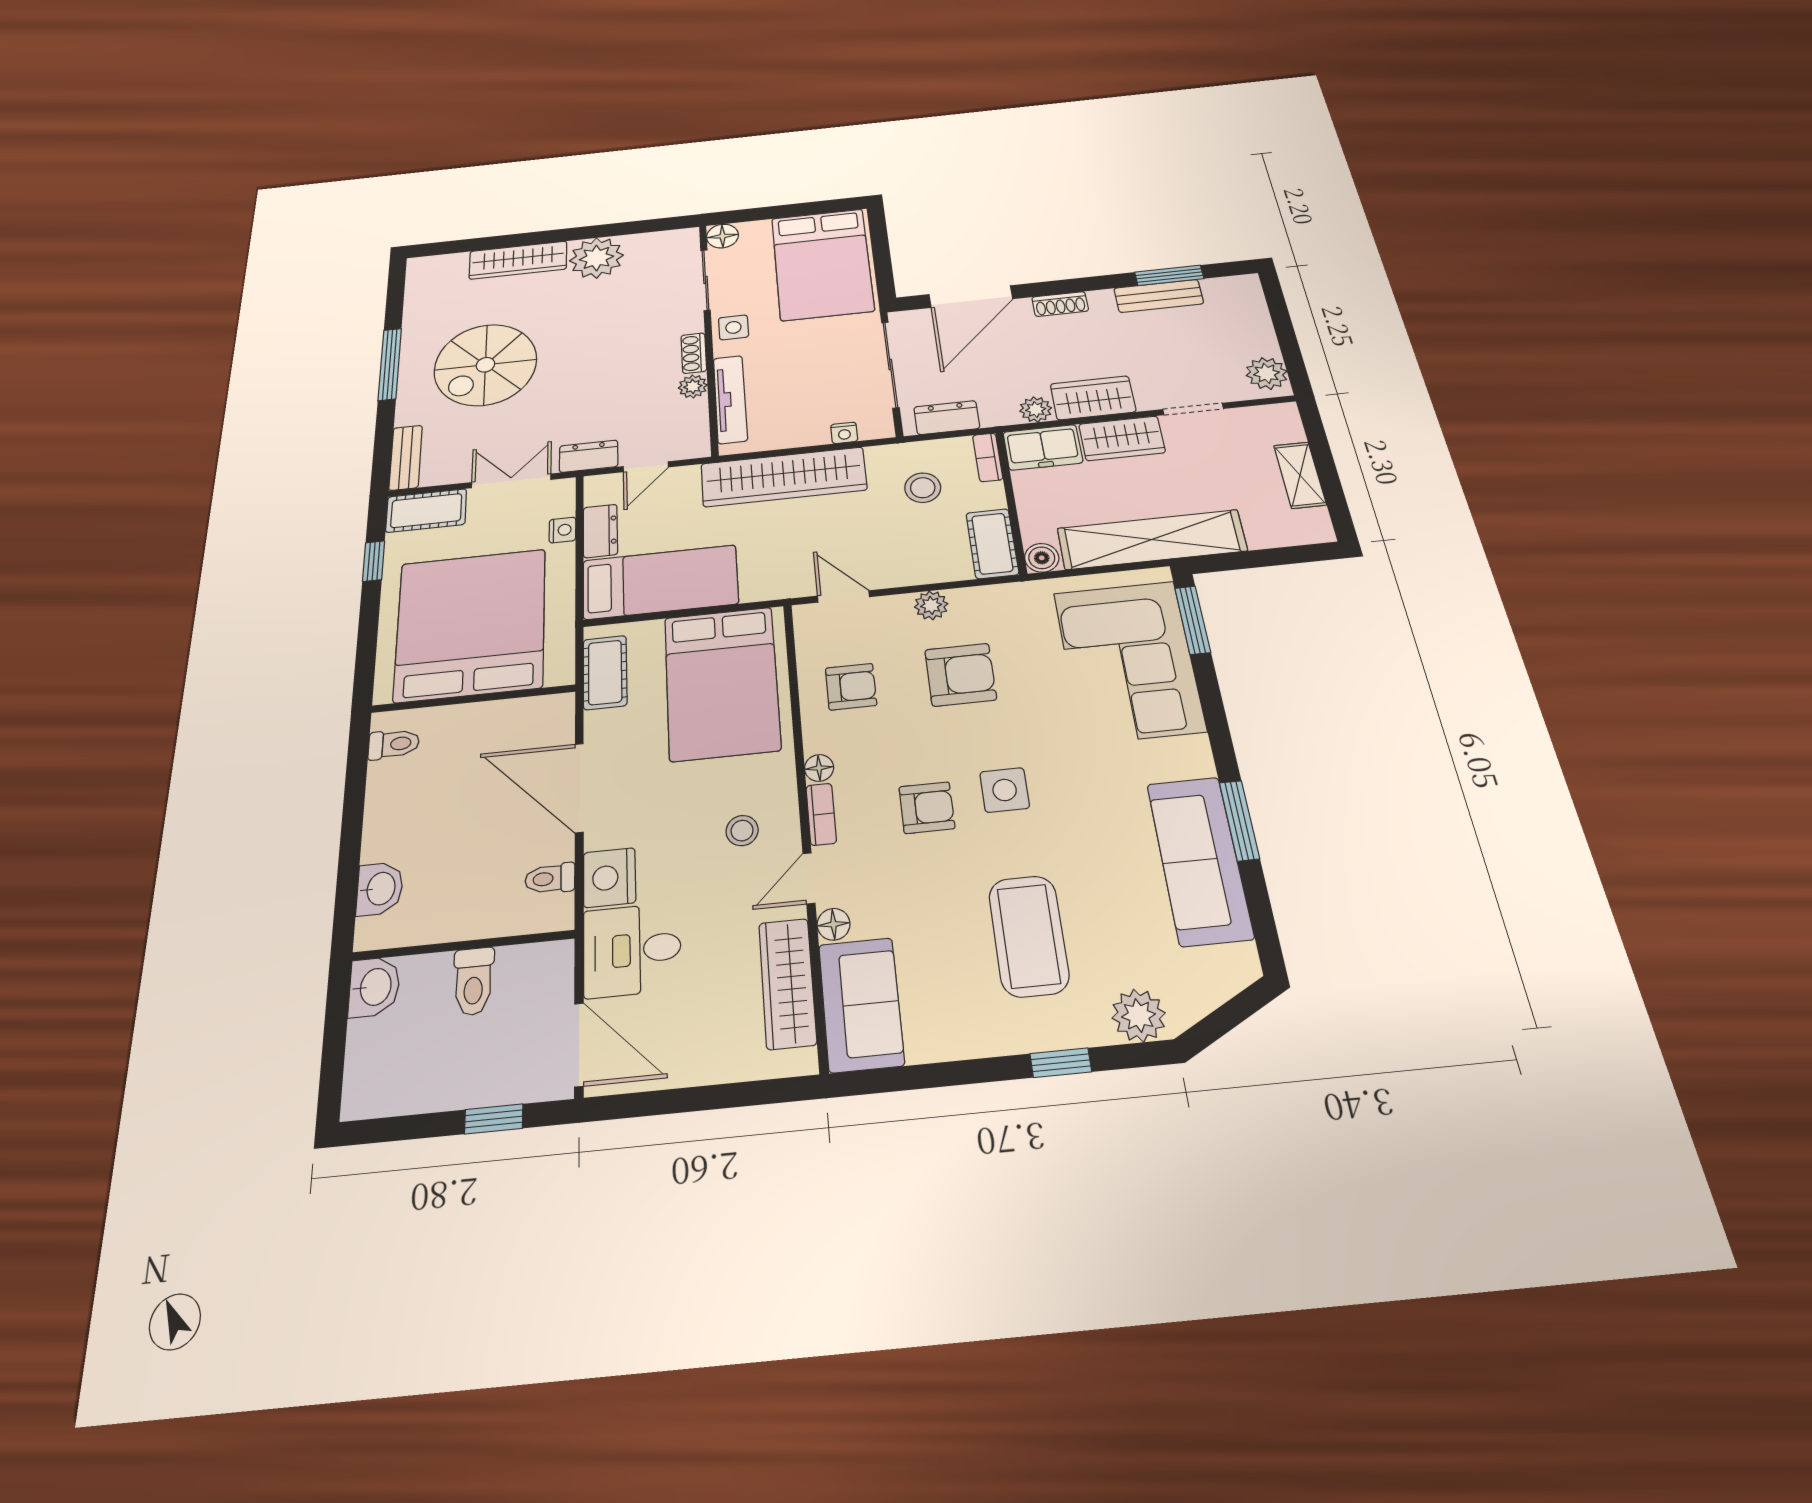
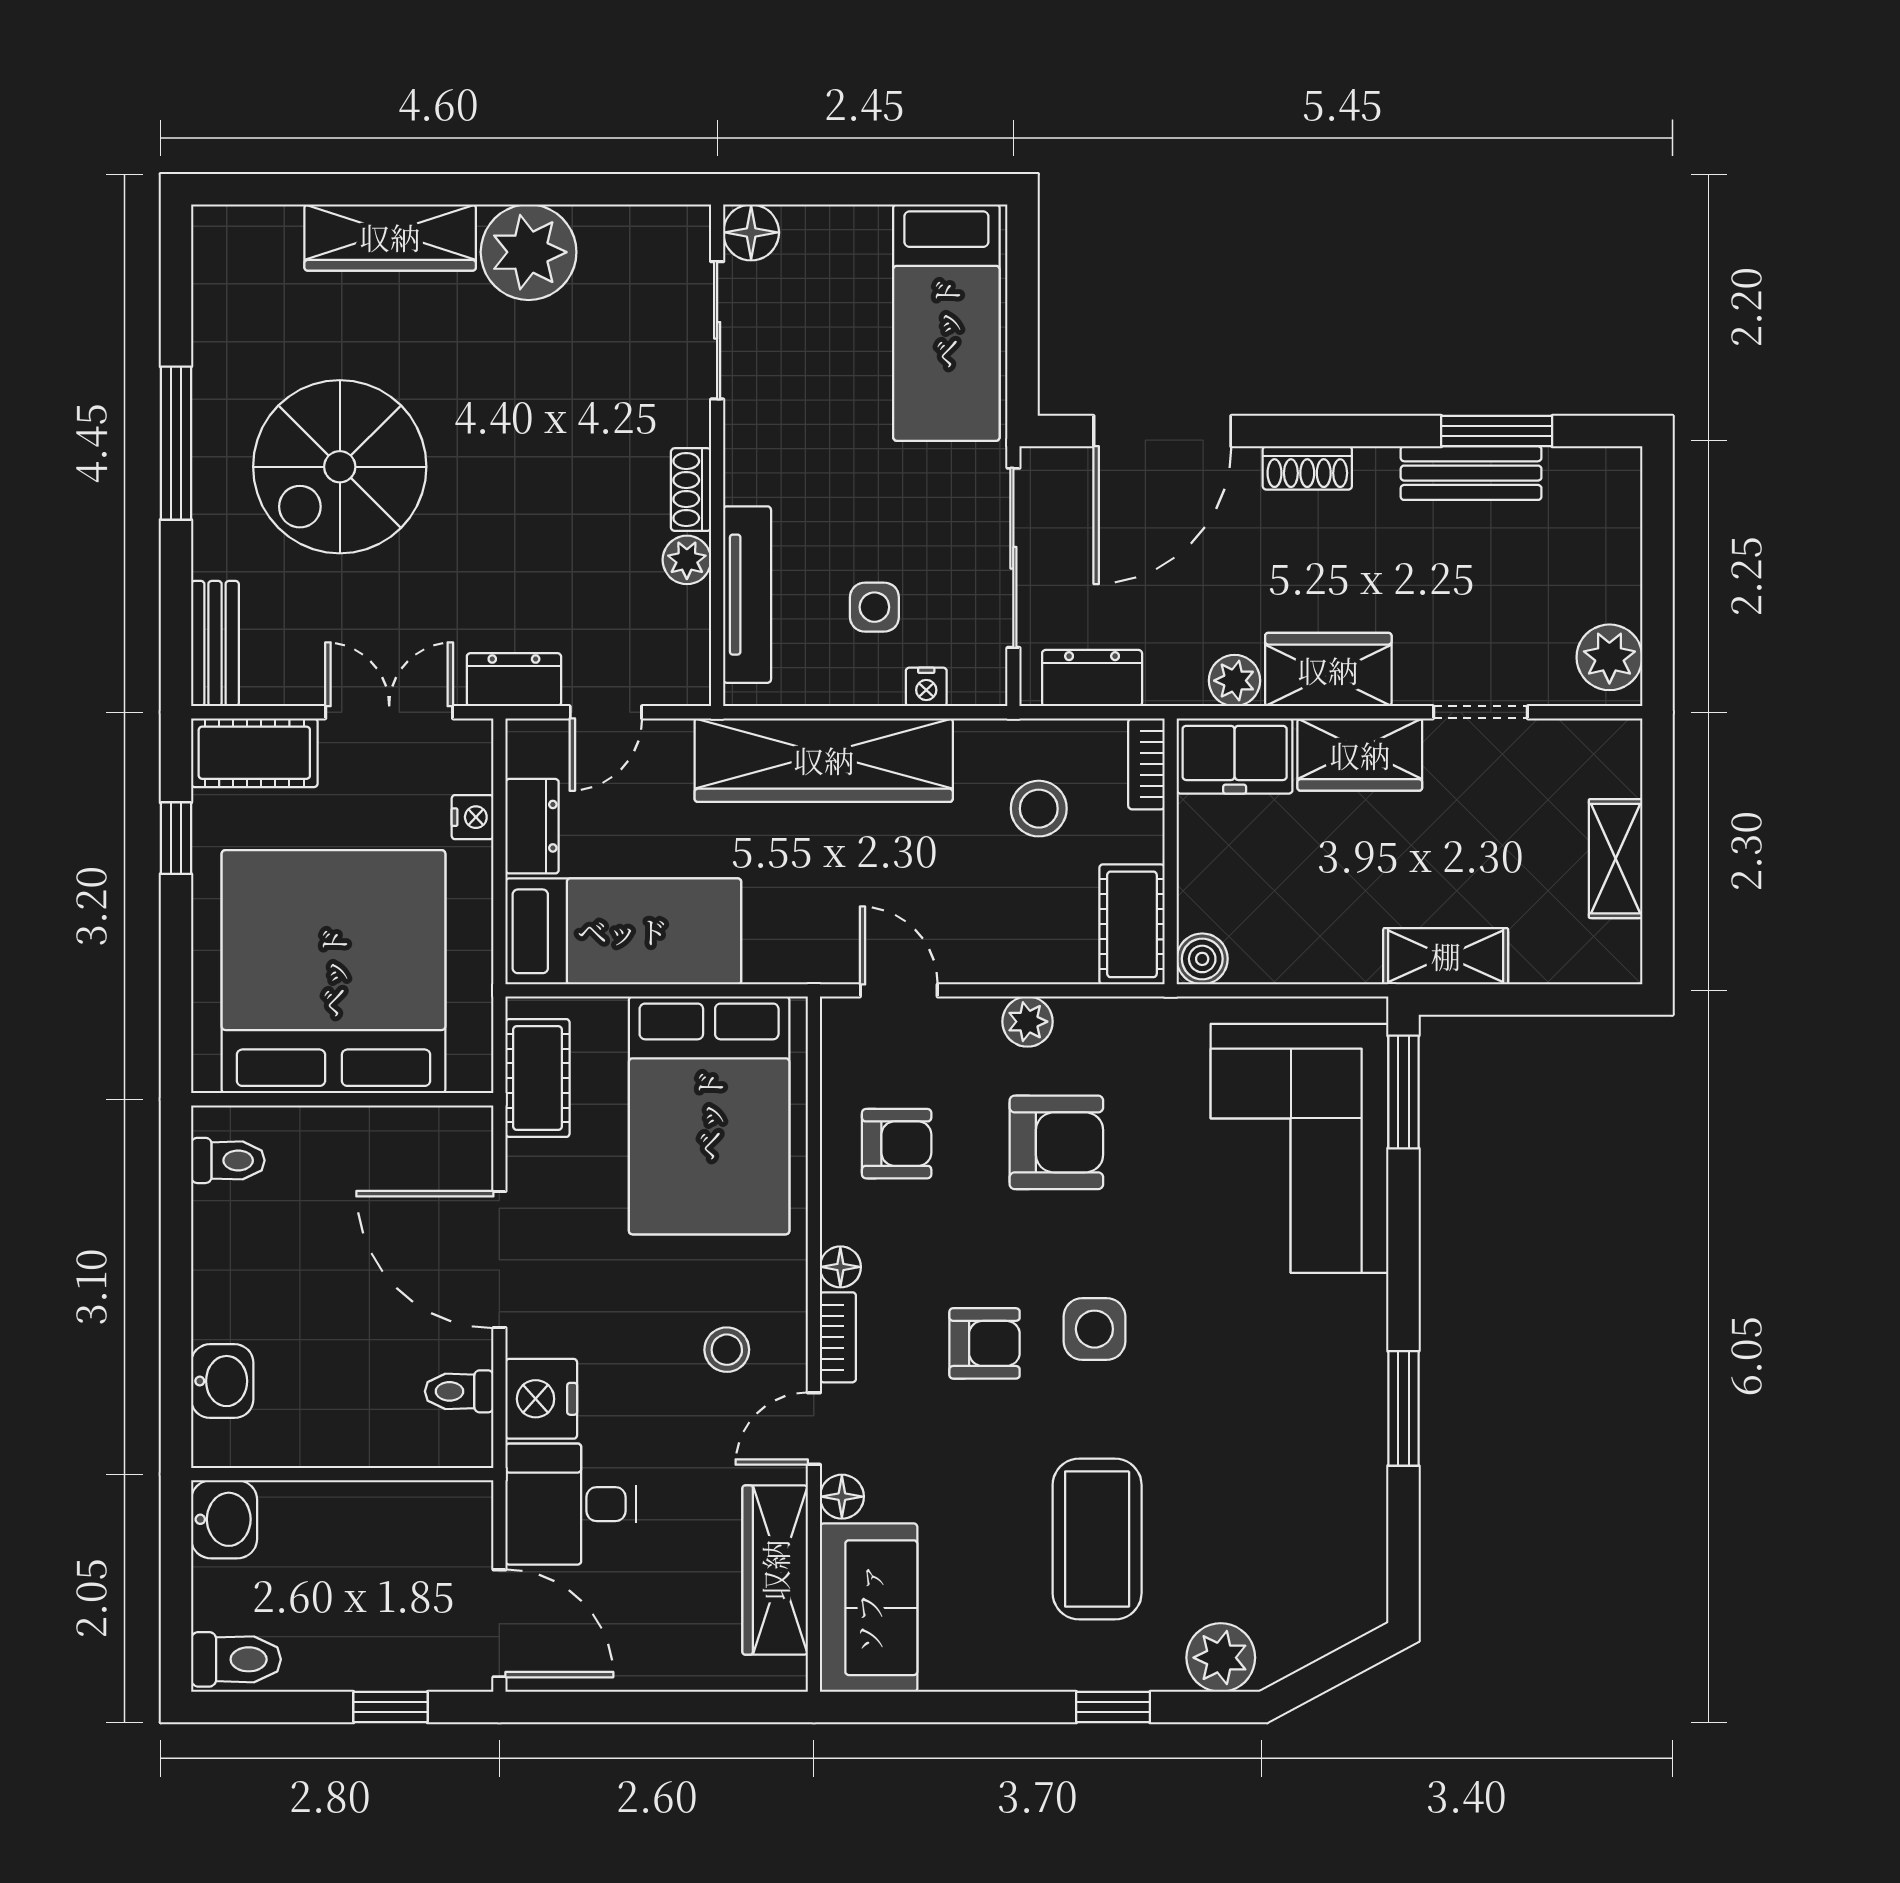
bed: (822, 264) -> (946, 323), width x0.67
side table: (733, 327) -> (874, 607), moved
shelving: (1152, 540) -> (1446, 956), width x0.45, depth x0.75
sofa: (1199, 860) -> (1339, 1459), removed
toilet: (473, 981) -> (236, 1659), moved, turned -90

